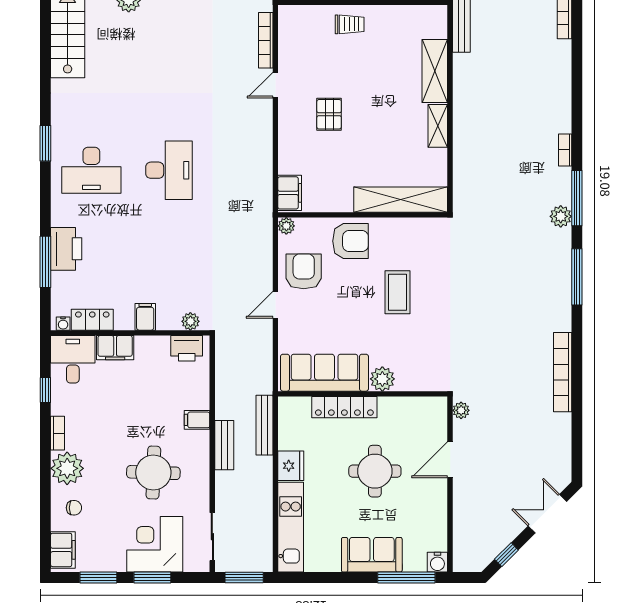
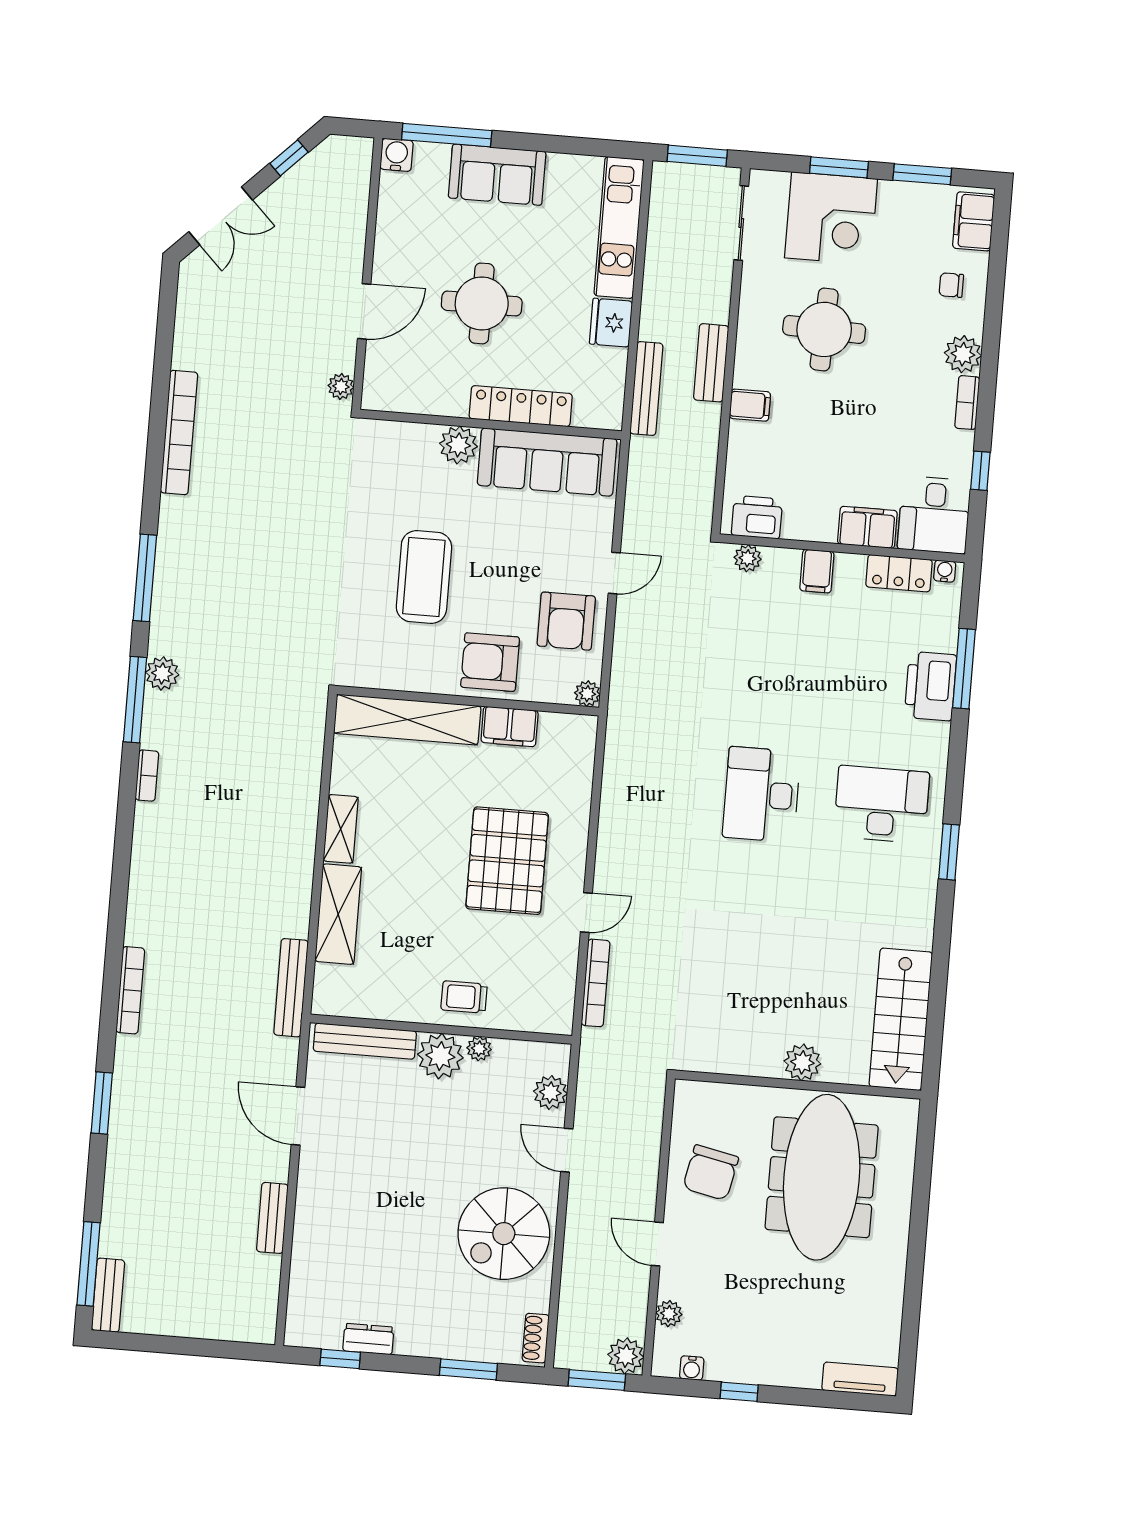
pallet: (329, 114) -> (507, 861), width x2.05, depth x2.00
filing cabinet: (290, 193) -> (510, 726), moved, turned -90
coffee table: (398, 292) -> (424, 577), width x1.36, depth x1.32
plant: (67, 468) -> (963, 354), width x0.73, depth x0.73

